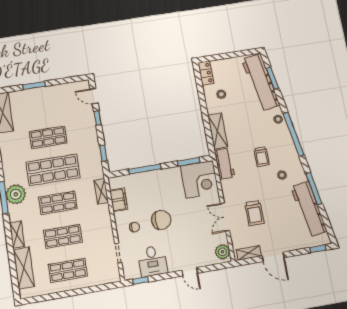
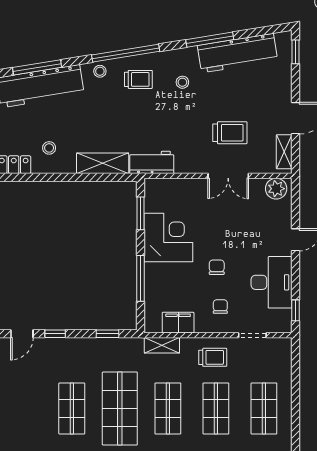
window: (272, 78) -> (37, 67), width x1.44
trolley: (262, 157) -> (138, 79), moved
corner desk: (200, 179) -> (168, 238), moved
chair: (161, 220) -> (217, 267), width x0.54, depth x0.54
trolley: (98, 228) -> (213, 357), added
desk: (152, 261) -> (272, 282), width x1.37

